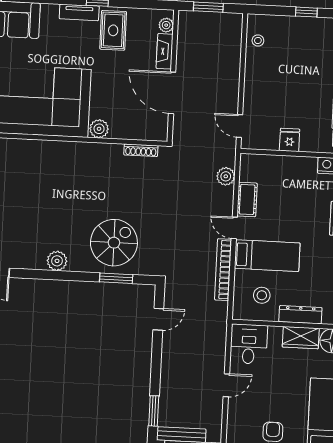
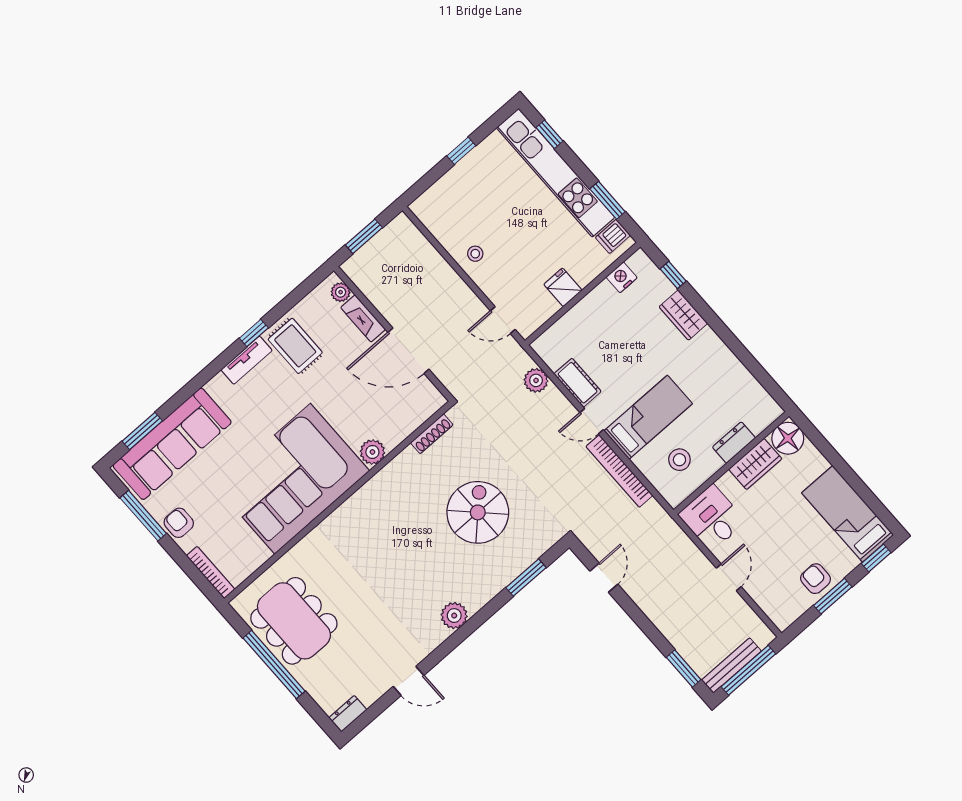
stool: (258, 41) -> (475, 254), moved
spiral stairs: (114, 243) -> (478, 512), moved
dresser: (300, 315) -> (734, 443), width x0.70

